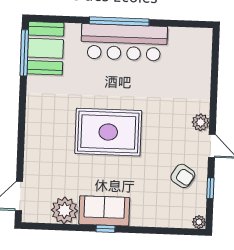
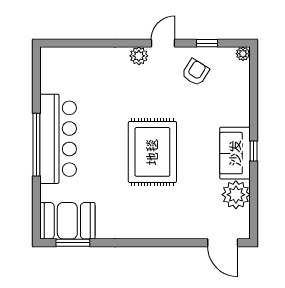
window: (24, 53) -> (73, 243), width x0.69

